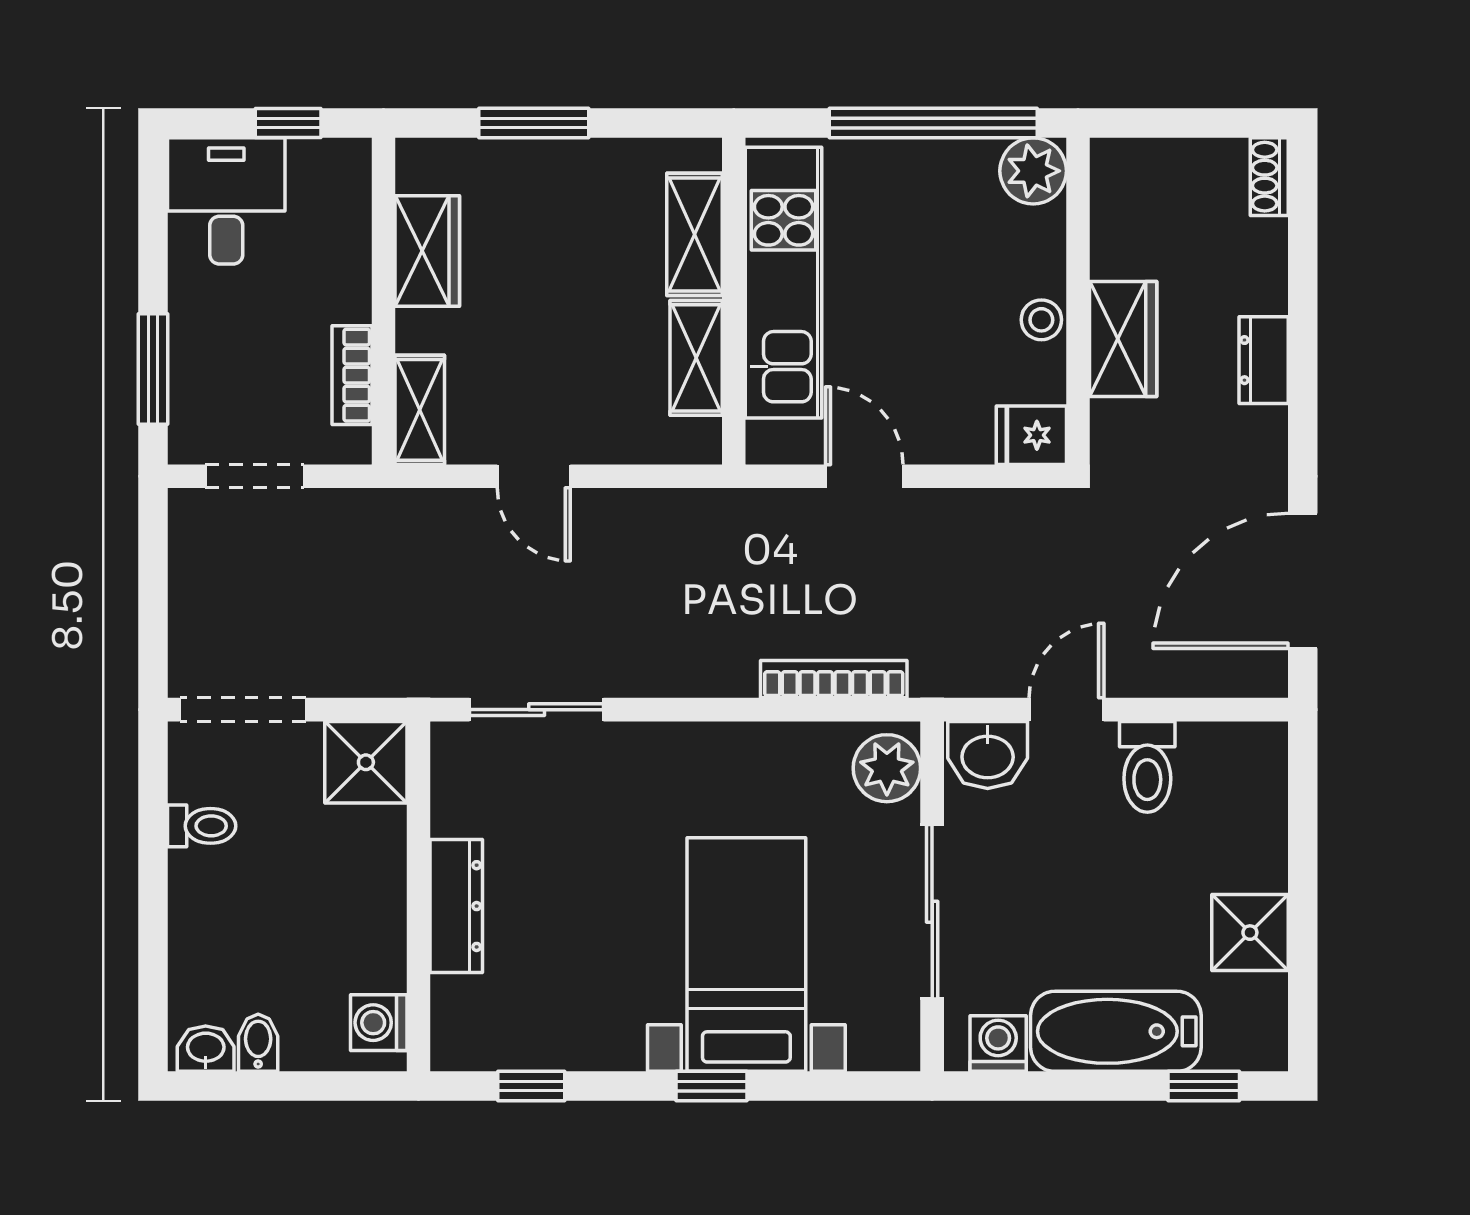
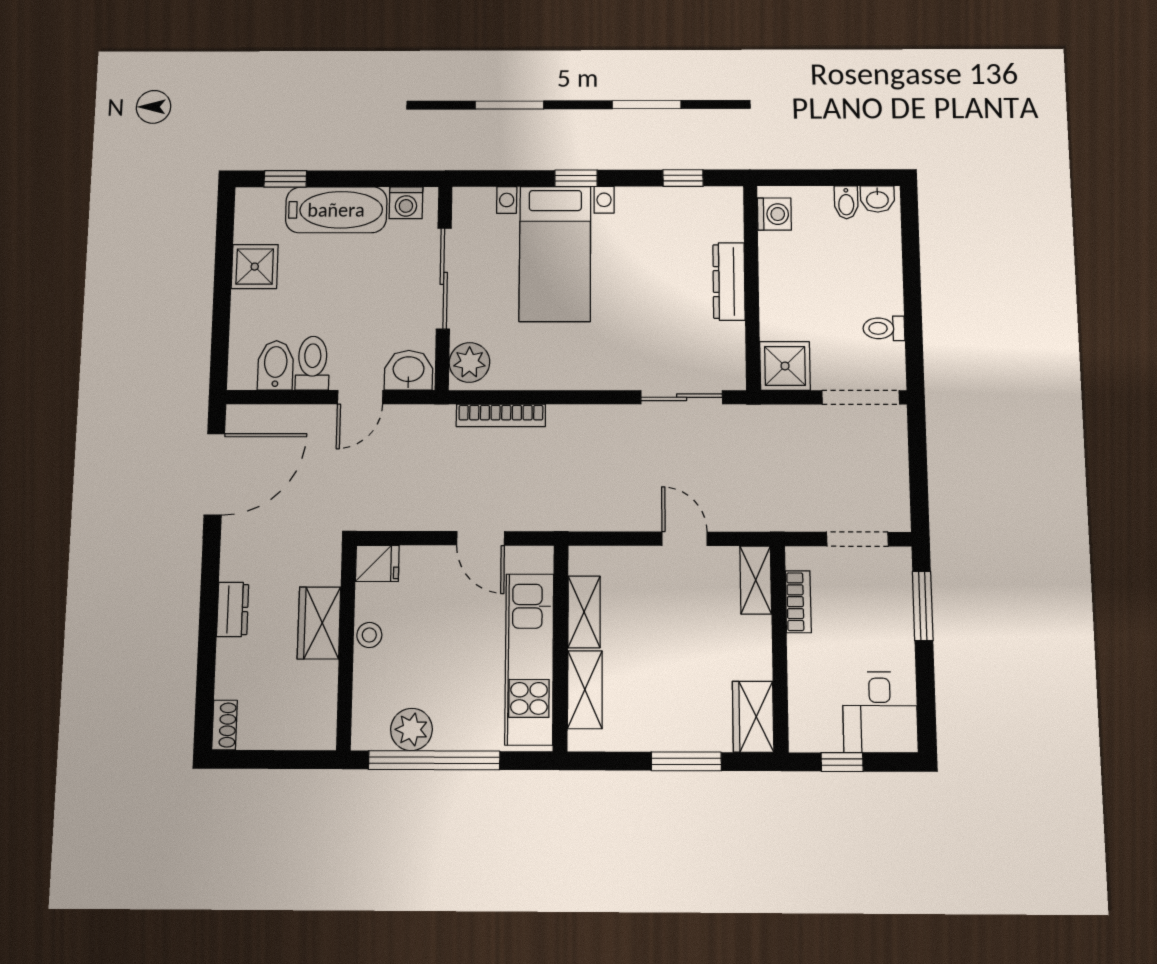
plant: (1033, 171) -> (411, 729), moved
wardrobe: (427, 251) -> (753, 717), moved
bidet: (1209, 763) -> (276, 365), added

